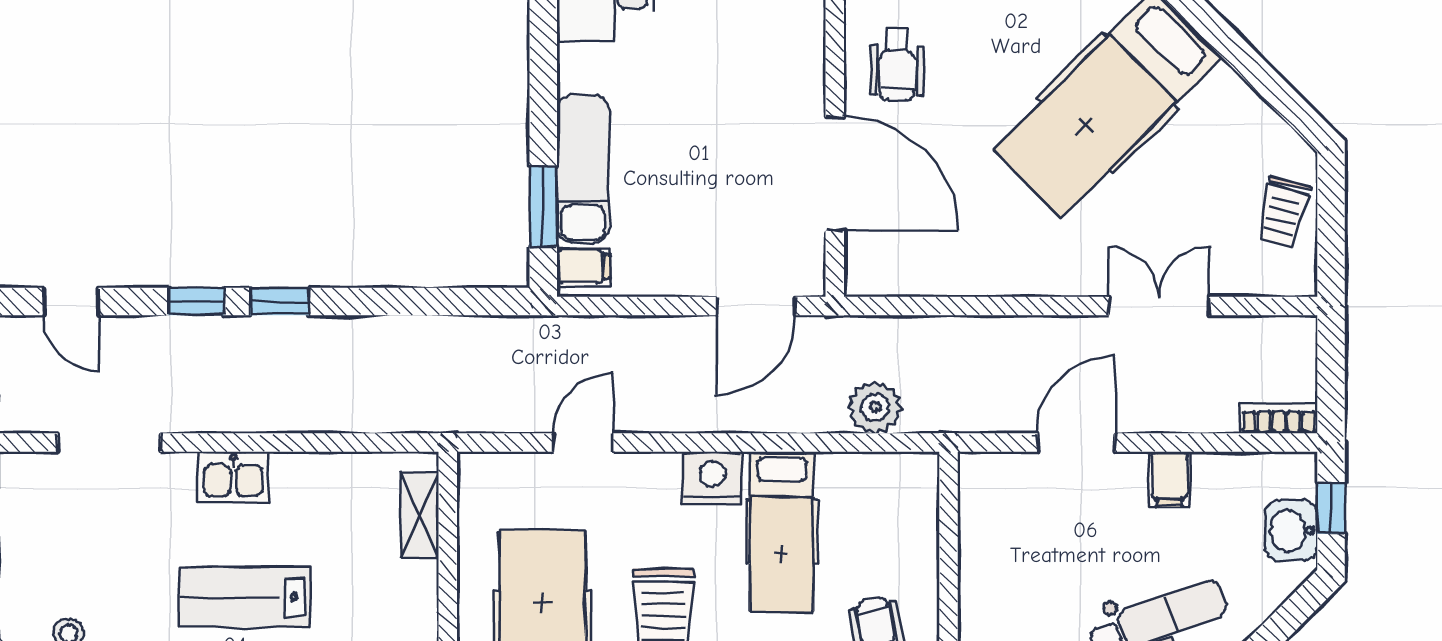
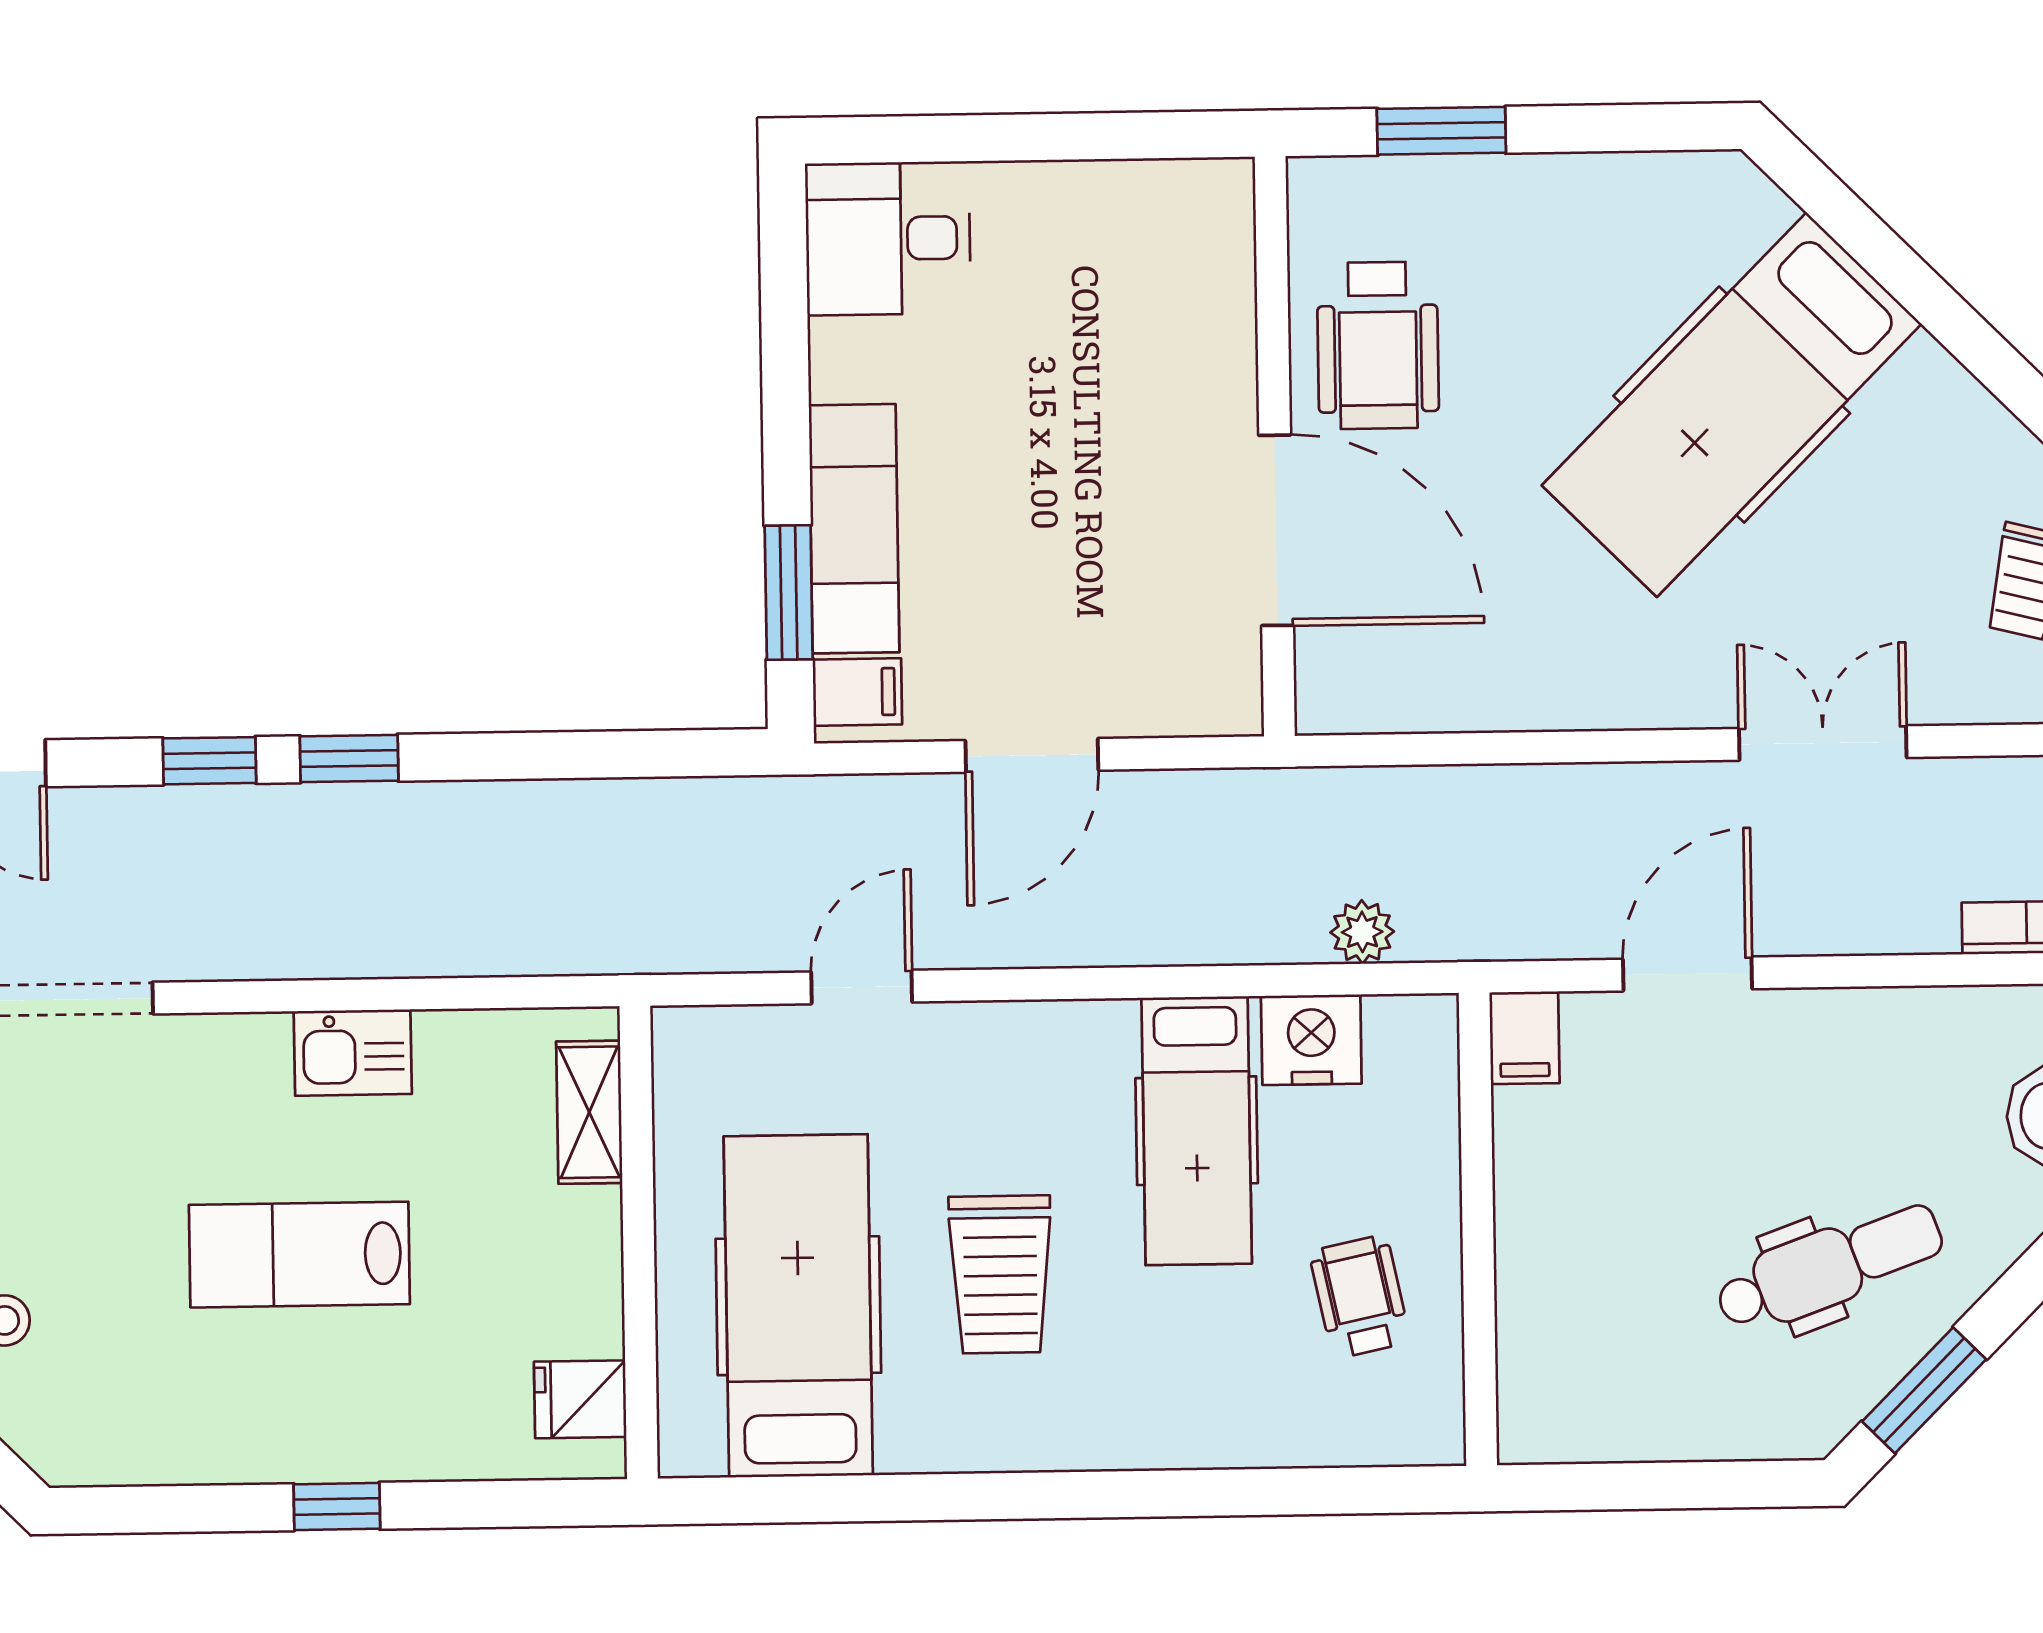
wheelchair: (897, 65) -> (1378, 345), width x1.36, depth x1.37
door: (756, 306) -> (1032, 755), moved
plant: (875, 407) -> (1362, 932), width x0.73, depth x0.73
kitchen sink: (233, 477) -> (353, 1053), moved
nightstand: (712, 478) -> (1311, 1040), moved
filing cabinet: (1170, 479) -> (1524, 1038), moved

